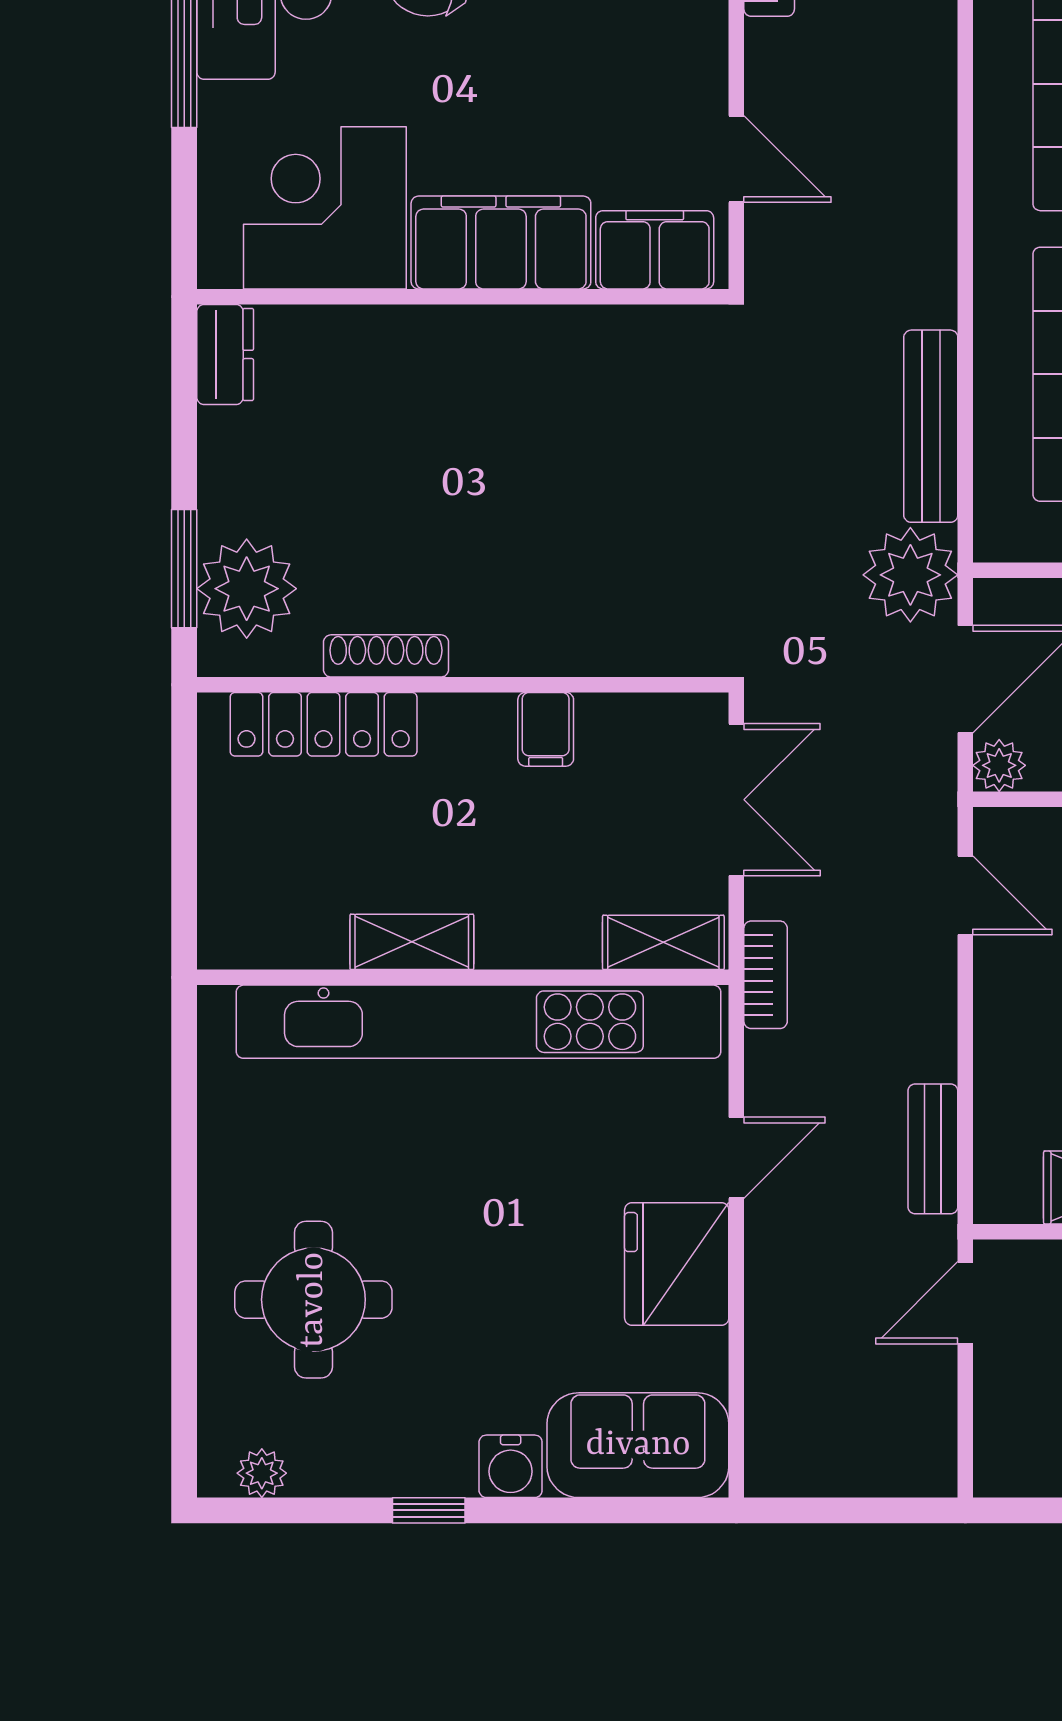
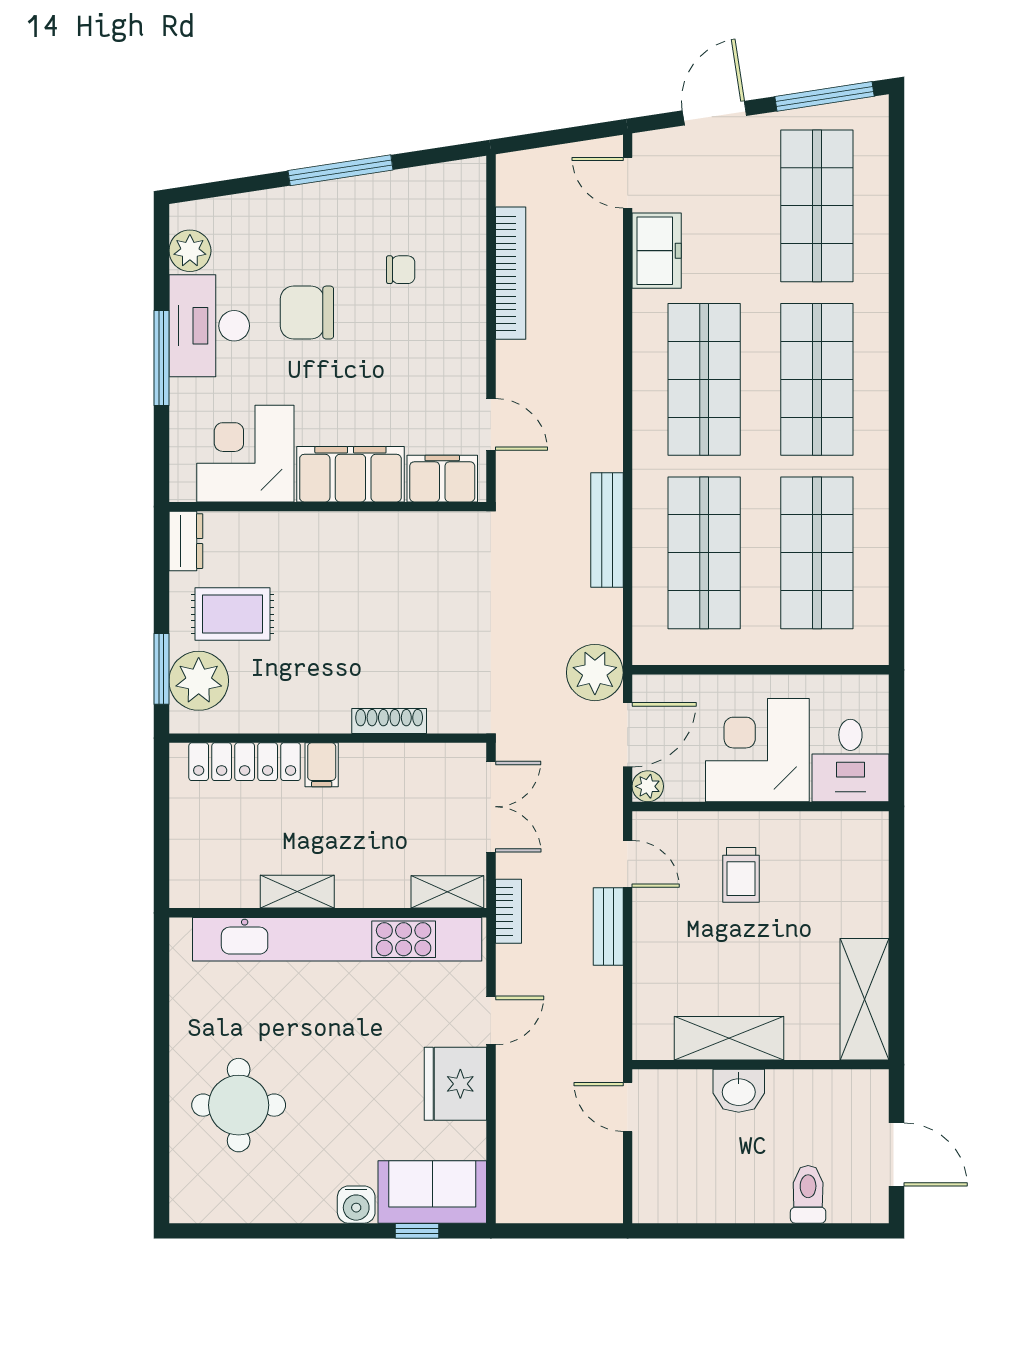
bench: (931, 426) -> (607, 530), moved
rug: (303, 477) -> (232, 614), added
shoe rack: (386, 656) -> (389, 721), moved
filing cabinet: (546, 729) -> (322, 765), moved
bench: (933, 1149) -> (608, 926), moved
door: (965, 1303) -> (628, 1107), hinge flipped
plant: (262, 1473) -> (208, 1209), removed
window: (429, 1510) -> (417, 1231), moved

